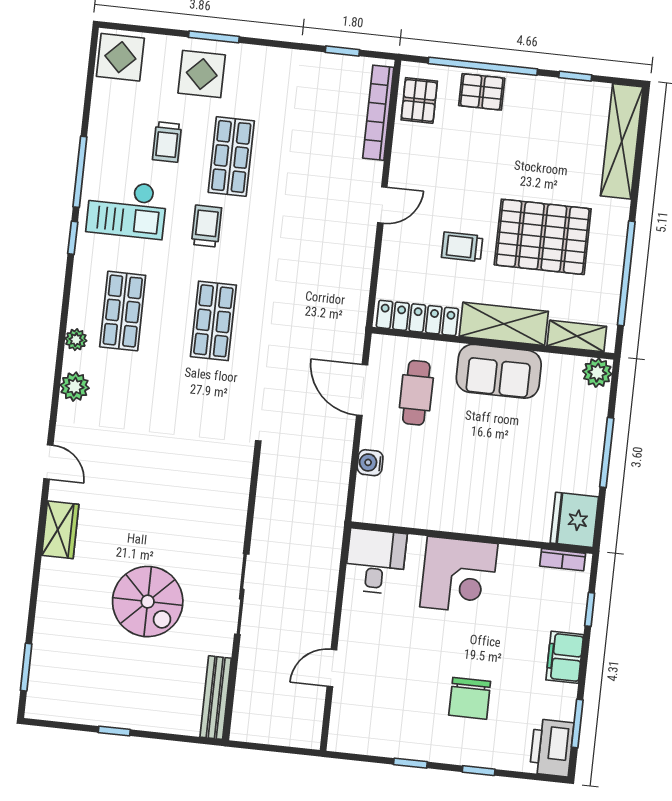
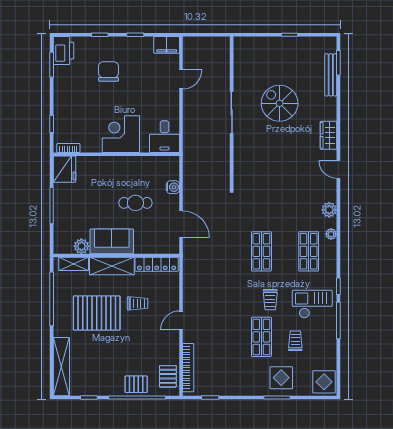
plant: (597, 373) -> (81, 246), moved
cafe table: (416, 393) -> (135, 203), moved, turned 90
filing cabinet: (565, 657) -> (167, 45), moved, turned 90
bench: (216, 698) -> (331, 75), moved

